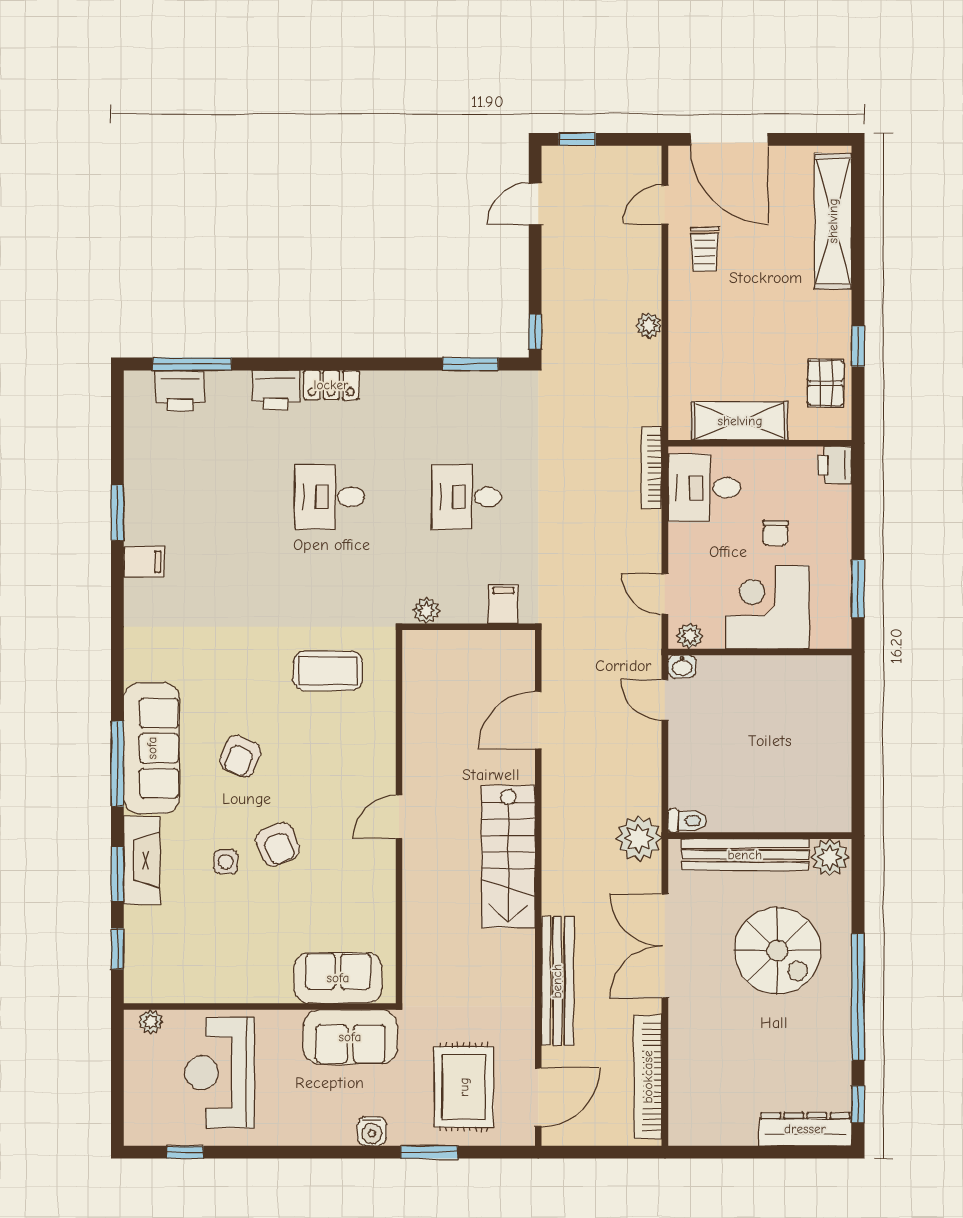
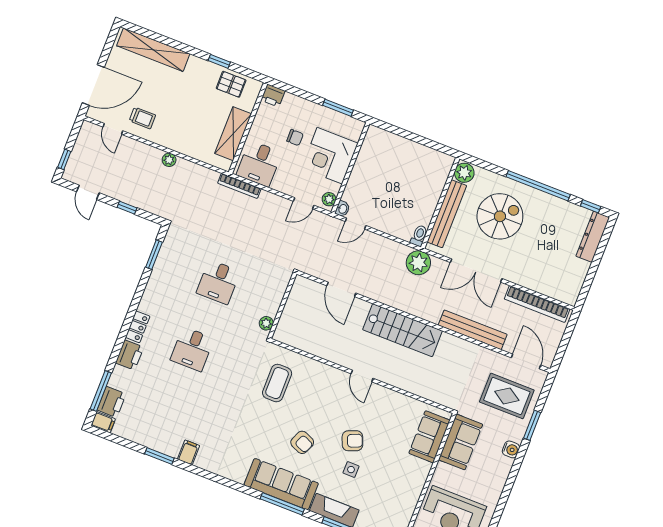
window: (535, 332) -> (127, 208), moved
filing cabinet: (503, 604) -> (103, 422), moved, turned 180

